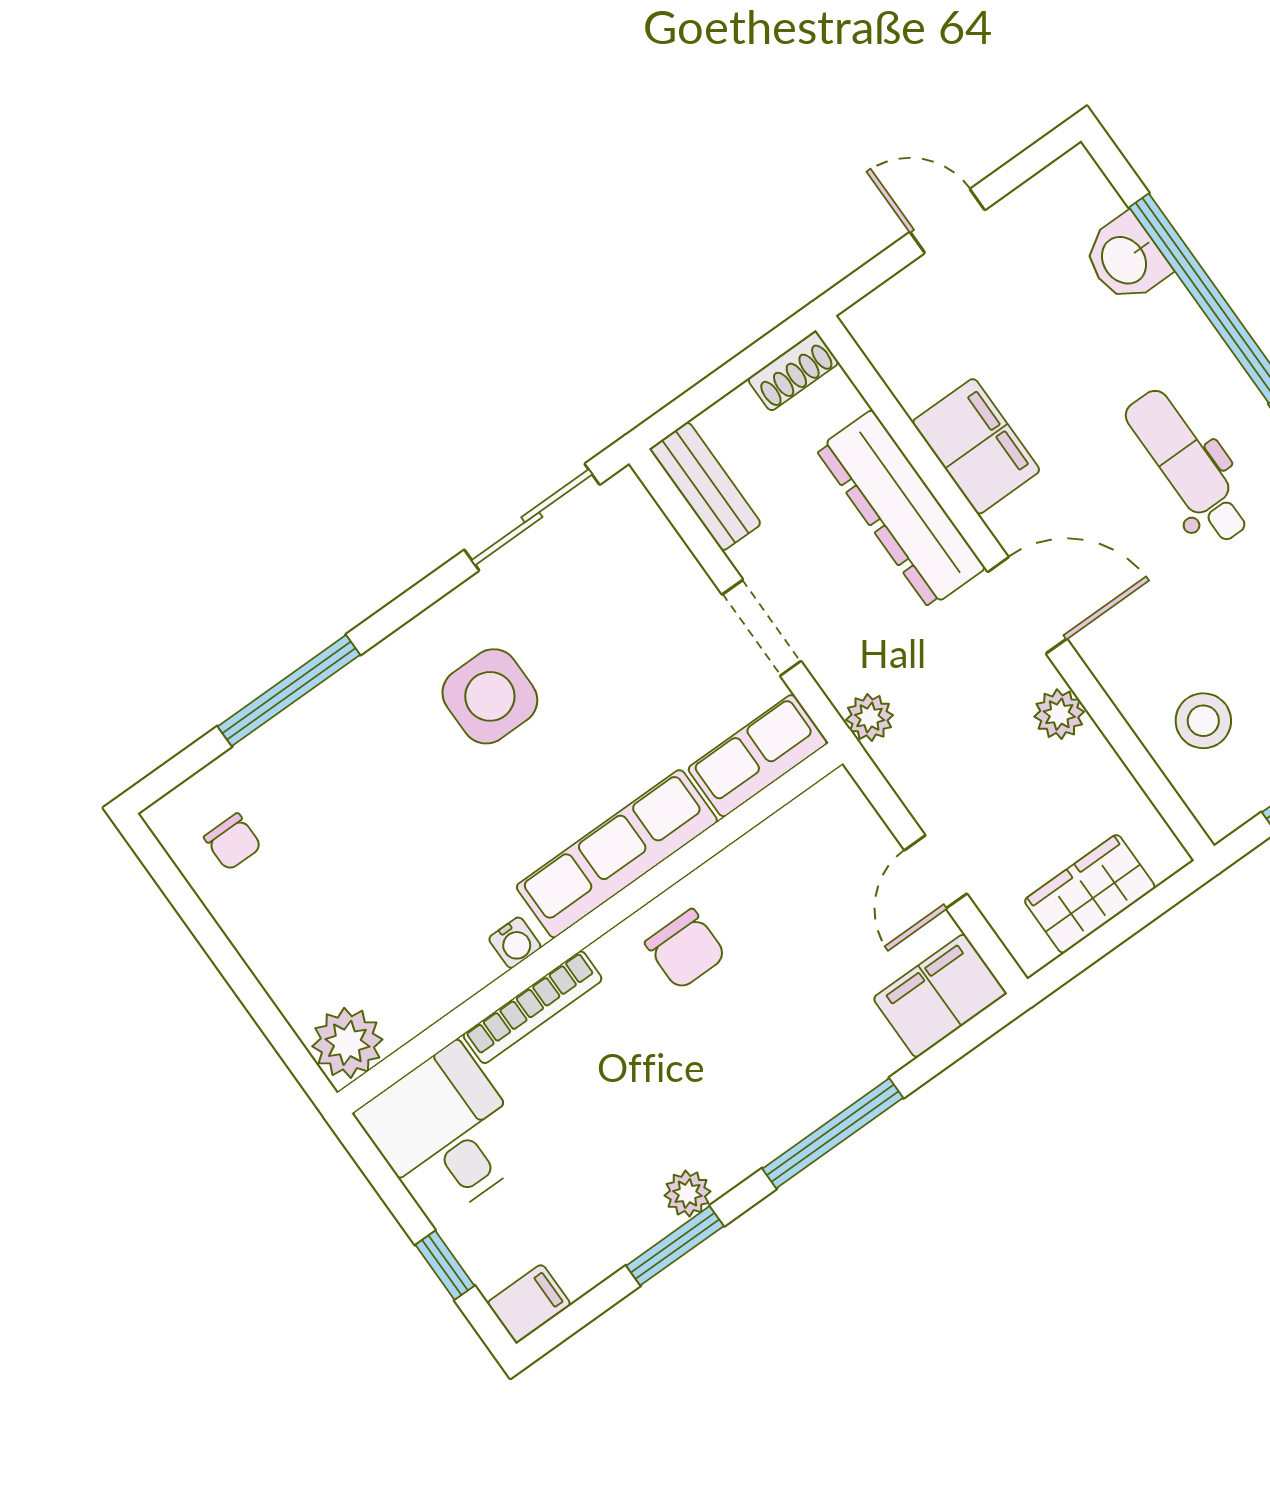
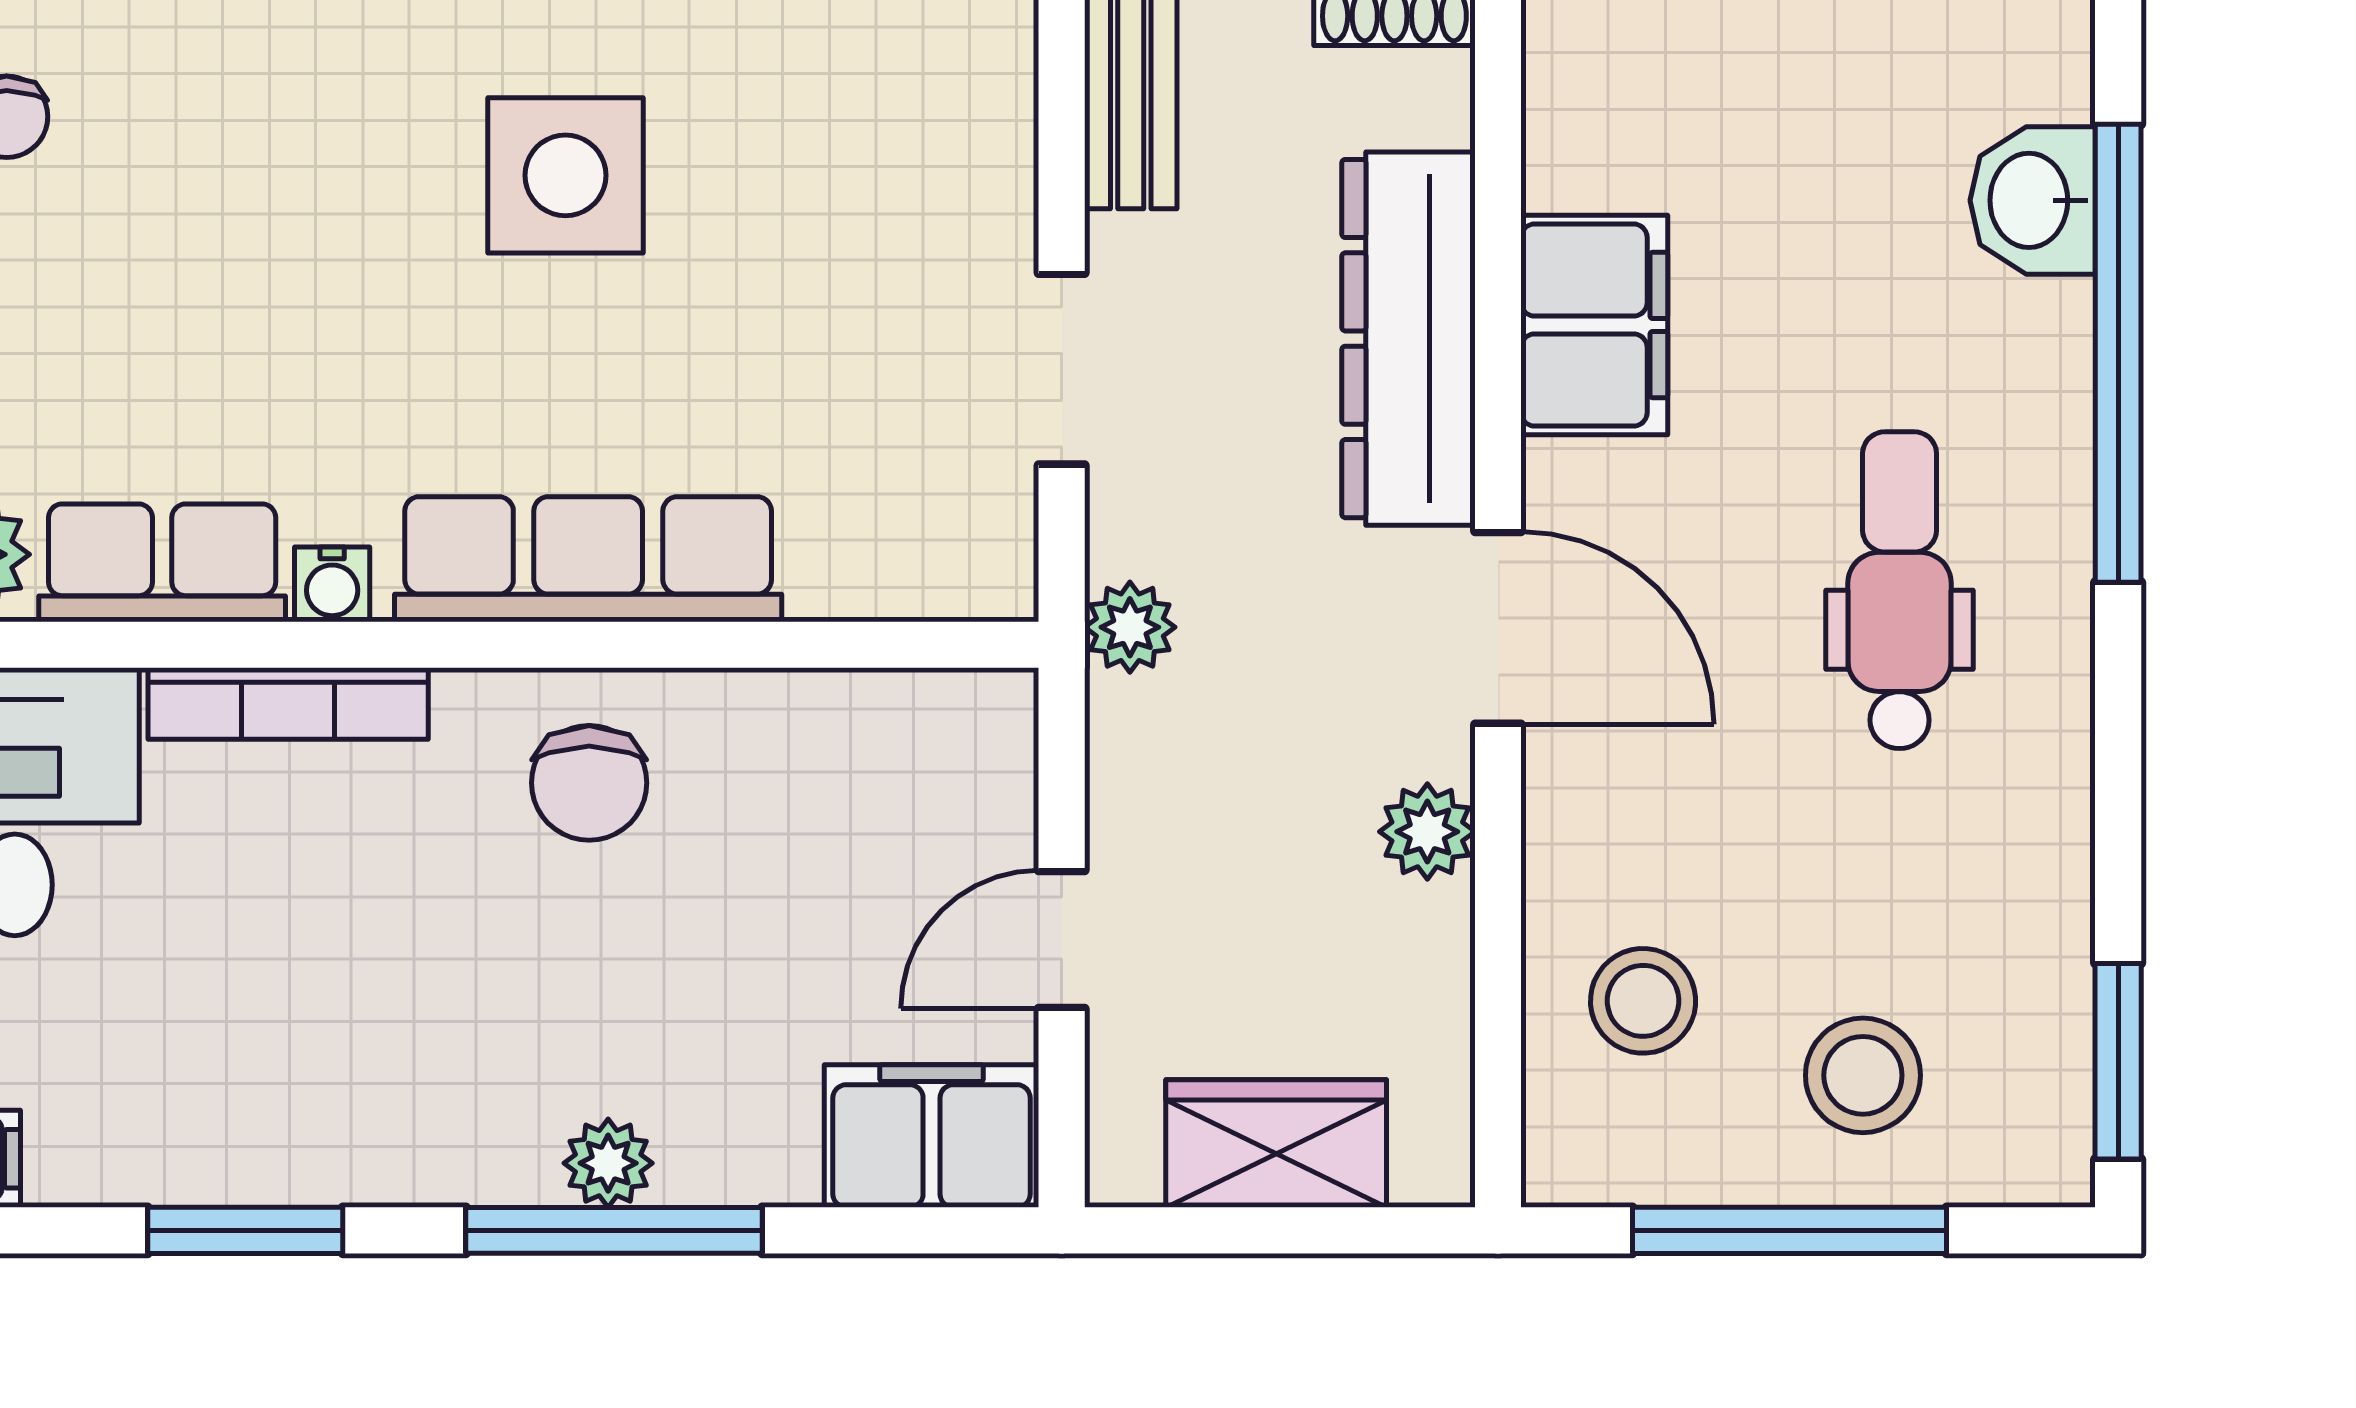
row of seats: (758, 756) -> (162, 563), moved
plant: (688, 1193) -> (608, 1163), moved

